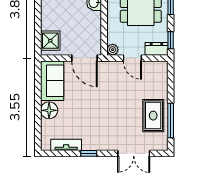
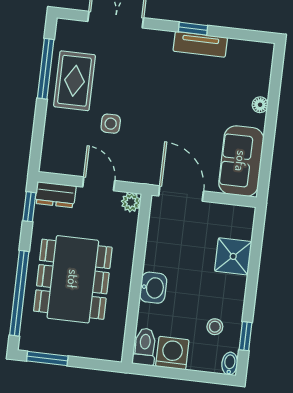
shower: (50, 41) -> (233, 256), moved
side table: (130, 93) -> (111, 124), added
floor lamp: (49, 110) -> (260, 105), width x0.53, depth x0.53
tv unit: (66, 145) -> (200, 44), moved

